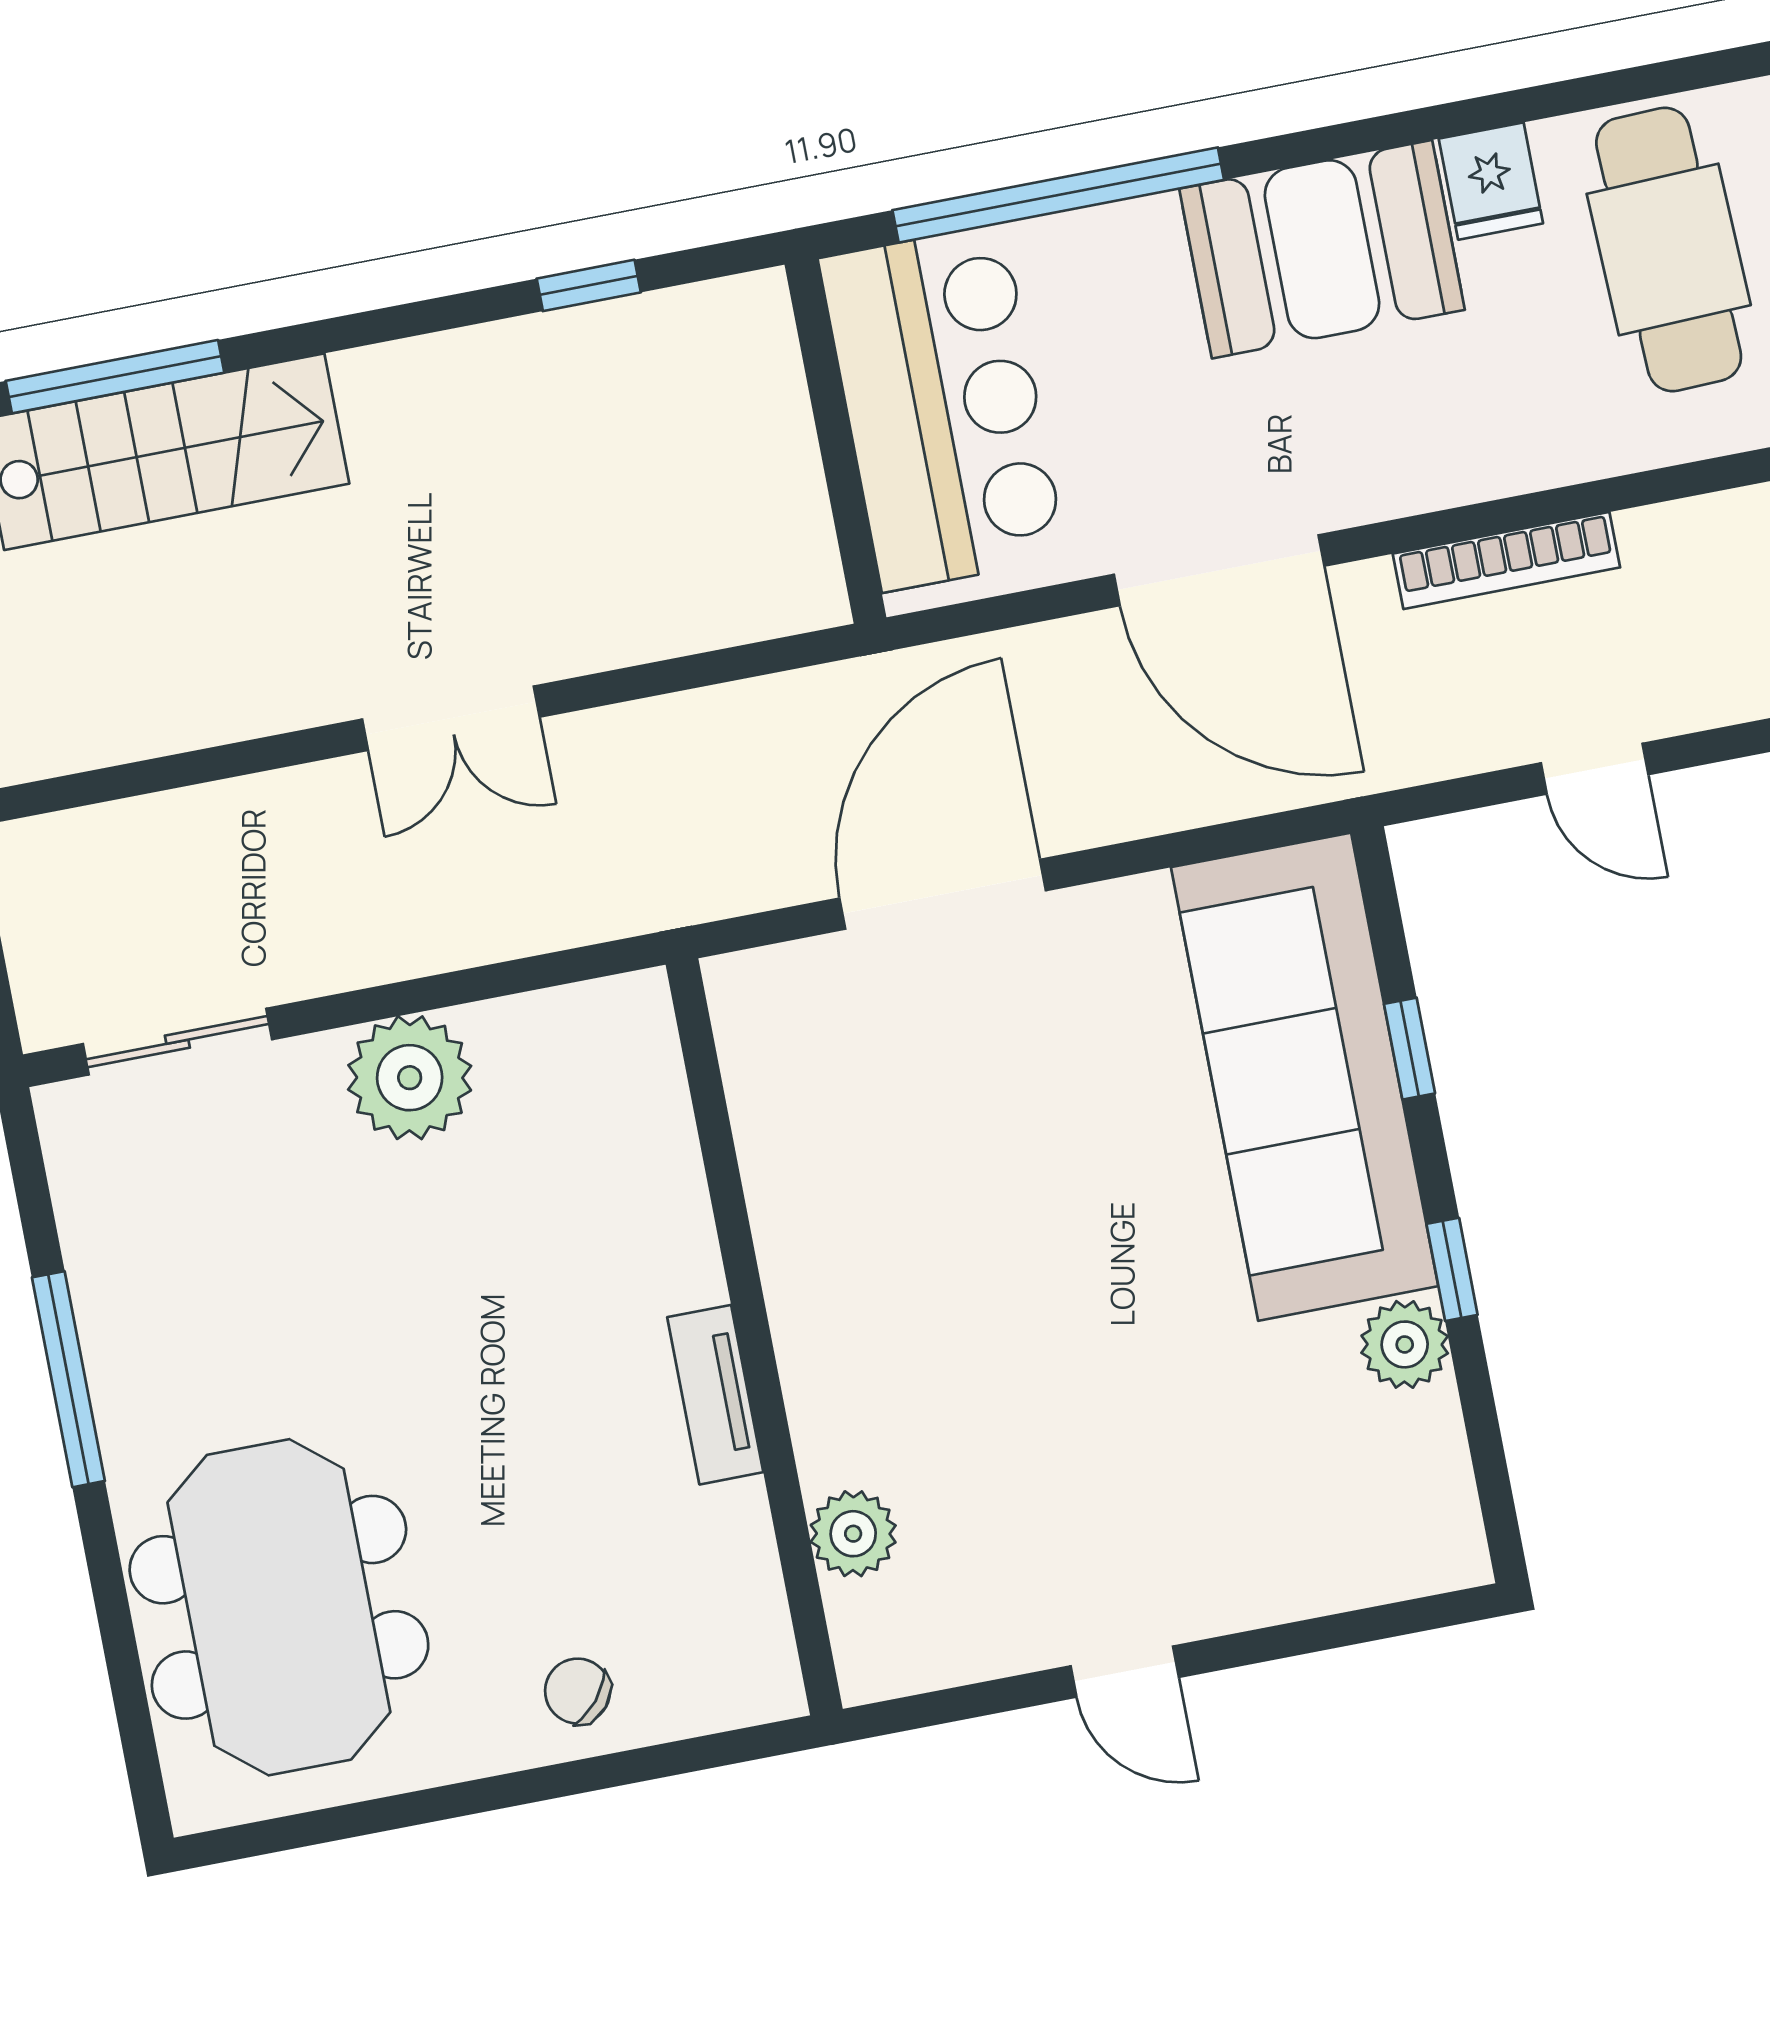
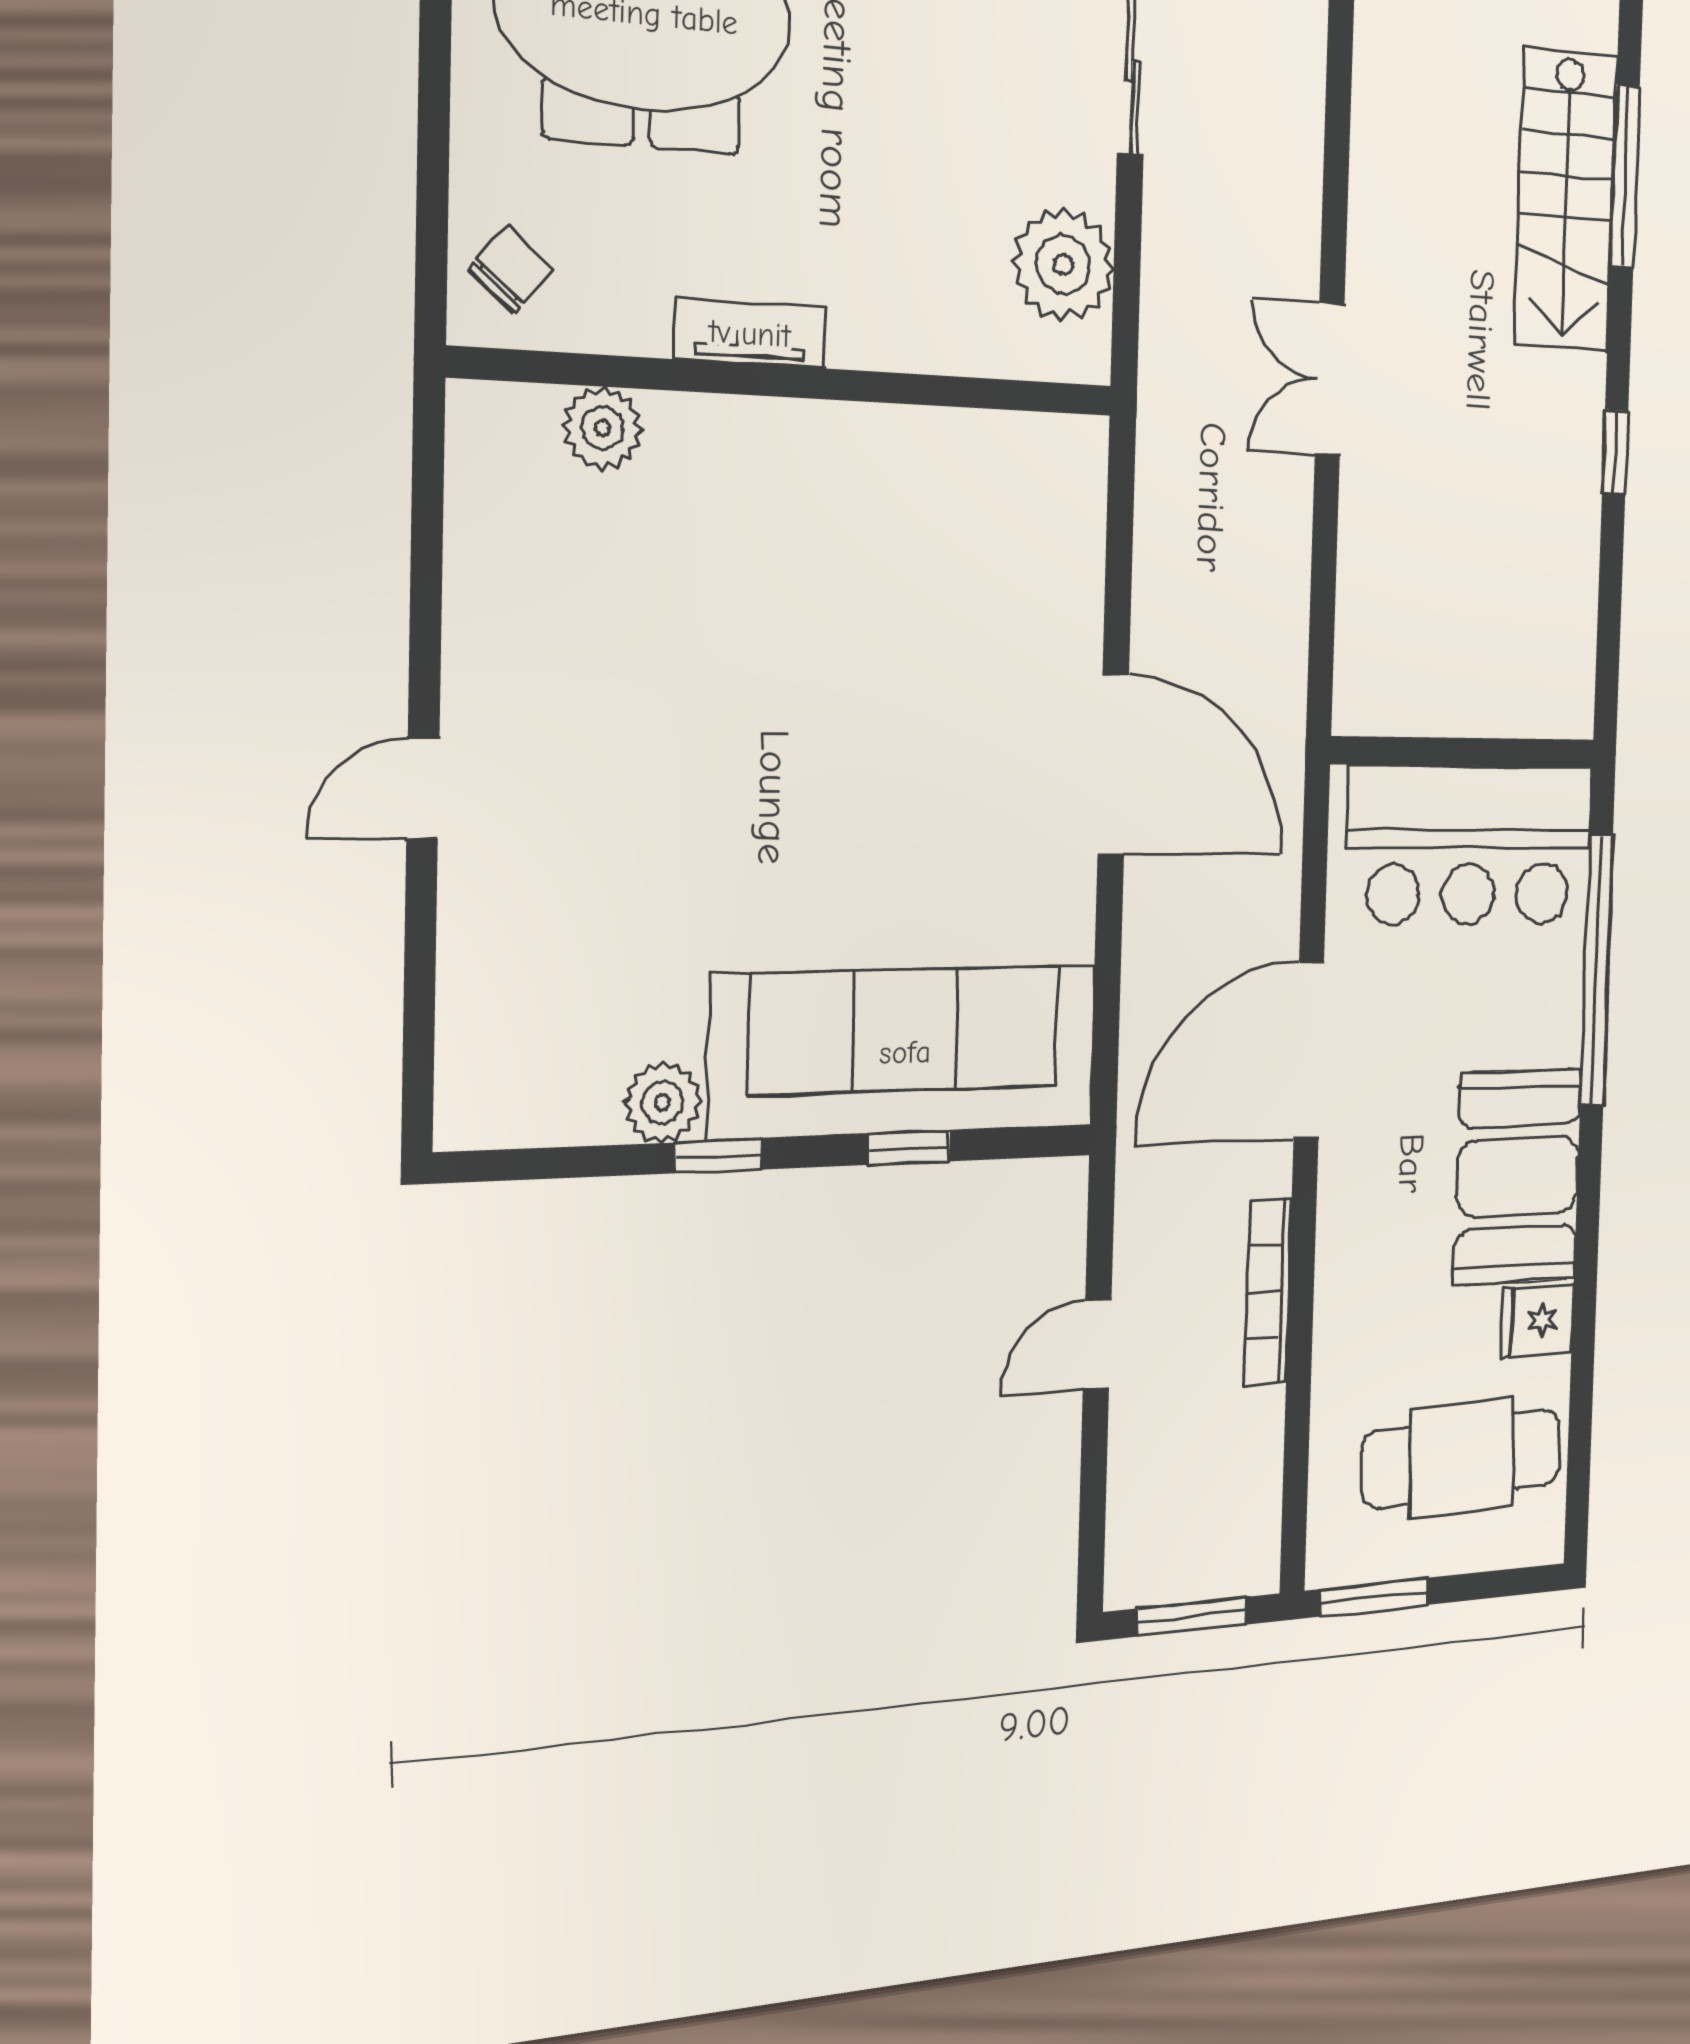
window: (589, 285) -> (1615, 452), moved
wall: (754, 1337) -> (792, 382), moved
tv unit: (715, 1395) -> (750, 333), moved
plant: (853, 1534) -> (603, 428), moved

